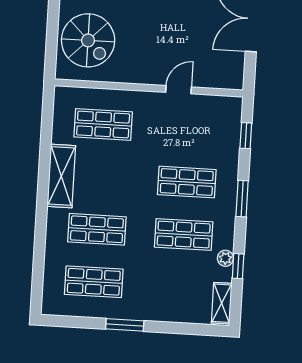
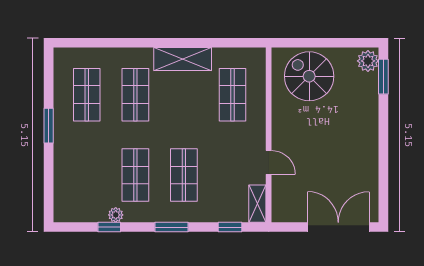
spiral stairs: (88, 40) -> (309, 76), turned 90
shelving: (222, 303) -> (257, 204), moved, turned 90

